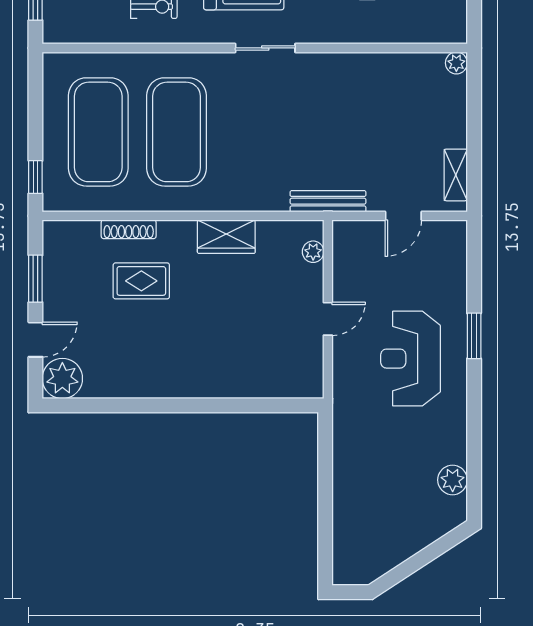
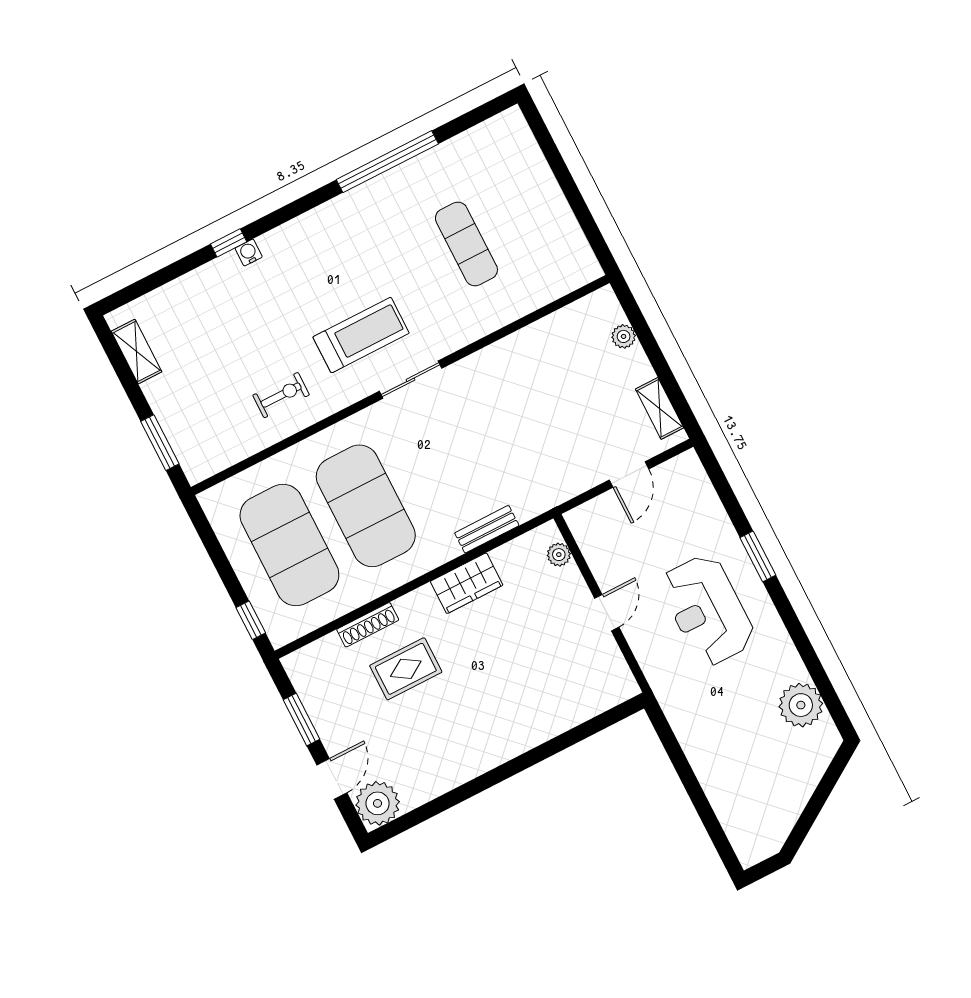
plant: (456, 63) -> (624, 336), moved
bench: (328, 201) -> (487, 529), moved, width x0.73
plant: (453, 480) -> (801, 705), width x1.36, depth x1.36

